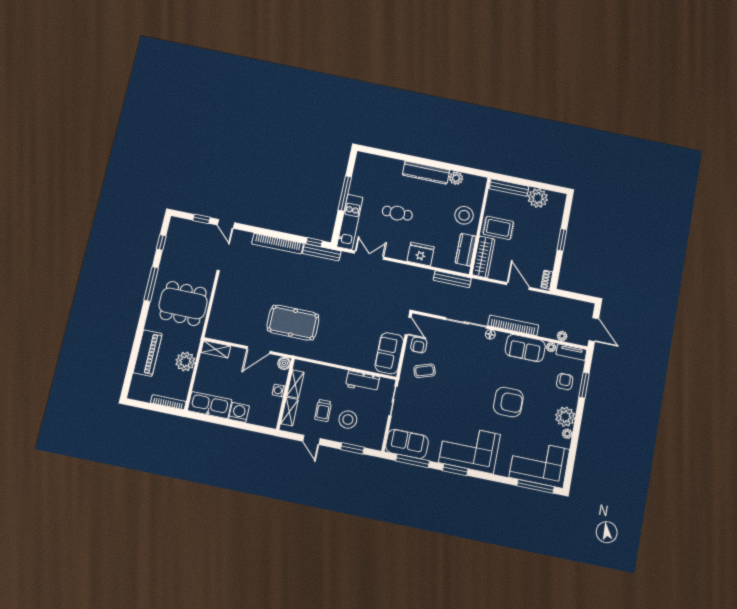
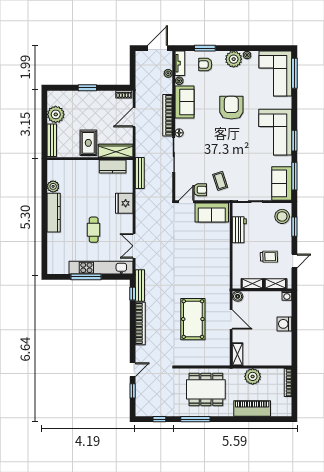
stool: (464, 215) -> (84, 174), removed
kitchen unit: (350, 222) -> (101, 268), width x1.36
dining table: (183, 303) -> (206, 389), turned 90
pool table: (293, 323) -> (193, 319), moved
washing machine: (279, 390) -> (287, 296), moved
kitchen sink: (210, 405) -> (283, 349), removed
stool: (348, 420) -> (282, 216), moved

